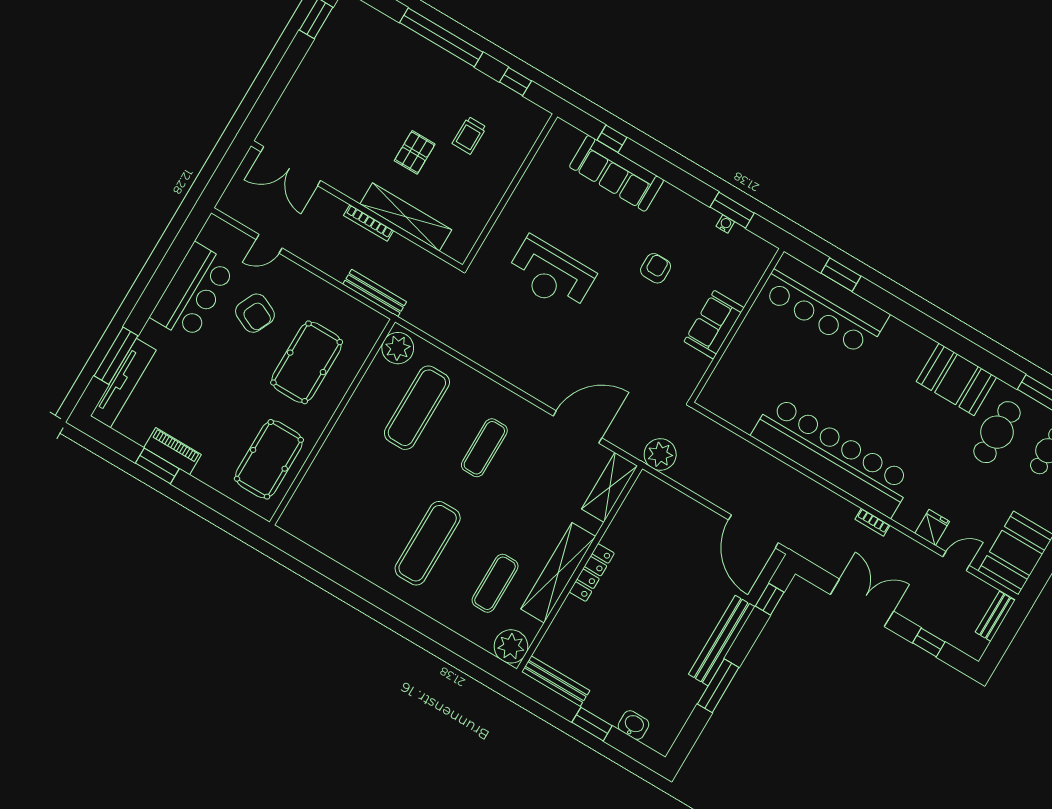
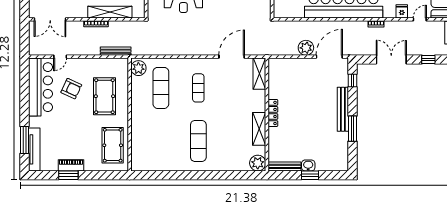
bar counter: (193, 292) -> (41, 87), width x1.36
plant: (660, 454) -> (306, 48), moved
door: (753, 531) -> (329, 57), swing flipped
shelving: (558, 573) -> (259, 129), width x0.68
exercise mat: (495, 583) -> (236, 141), removed
washbasin: (633, 725) -> (308, 165), moved

